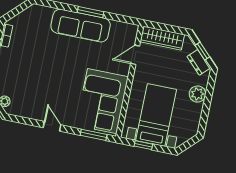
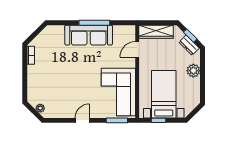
window: (91, 12) -> (94, 23), width x1.44
door: (52, 126) -> (82, 120), hinge flipped

